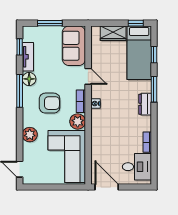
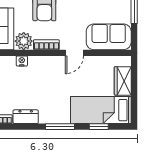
window: (136, 23) -> (134, 106), removed
nightstand: (95, 104) -> (22, 61), moved
dresser: (145, 104) -> (26, 117), moved

